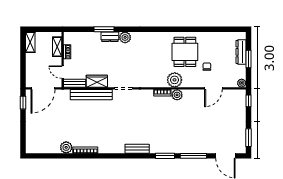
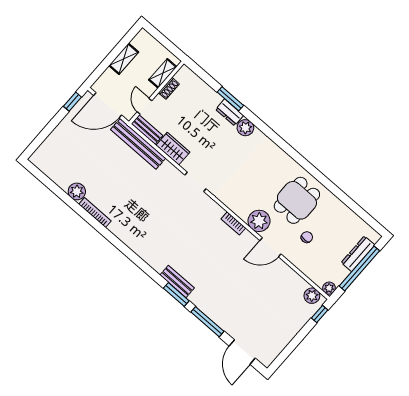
shelving: (30, 42) -> (124, 59), moved
window: (248, 59) -> (359, 268), width x2.11
door: (213, 88) -> (270, 247), moved
bench: (91, 95) -> (138, 144), moved
plant: (177, 95) -> (312, 296), moved
window: (248, 138) -> (285, 354), removed
bench: (137, 149) -> (177, 281), moved

